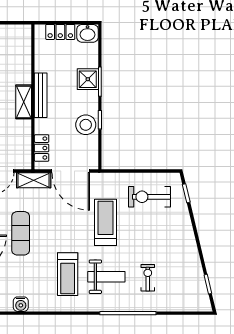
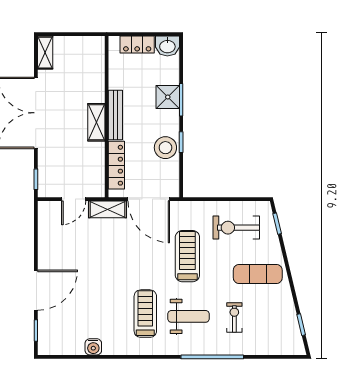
locker: (42, 148) -> (116, 165), width x1.53
exercise mat: (21, 233) -> (258, 274), moved, turned 90
treadmill: (68, 274) -> (145, 314), turned 180

